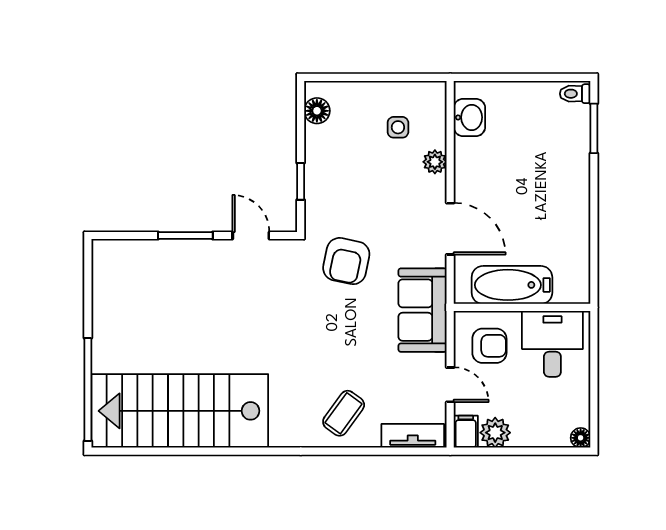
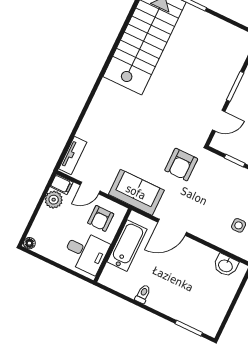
toilet: (575, 94) -> (143, 294), moved
plant: (435, 162) -> (211, 236), removed
armchair: (346, 261) -> (181, 165), turned -102
coffee table: (344, 413) -> (102, 125), removed

